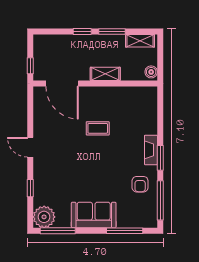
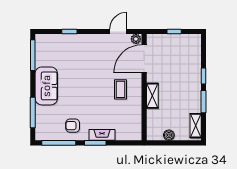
shelving: (105, 74) -> (152, 96), moved
door: (62, 83) -> (144, 59), moved
wall: (95, 83) -> (144, 87), moved
door: (30, 147) -> (118, 31), moved
plant: (44, 217) -> (136, 39), moved, width x0.53, depth x0.53

